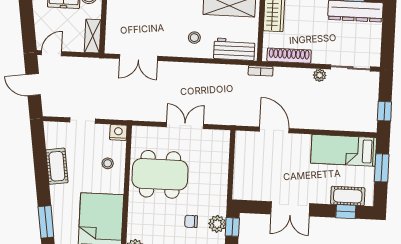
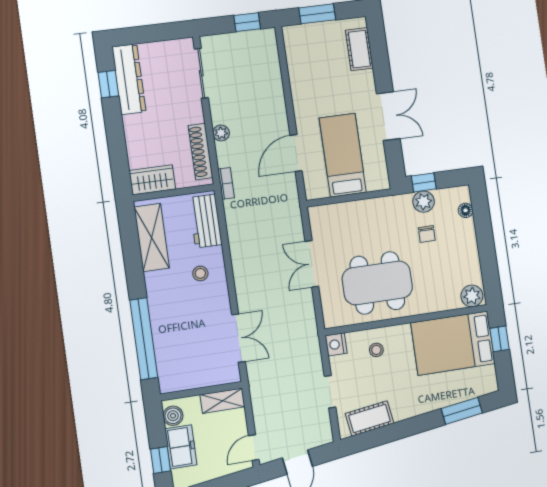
door: (51, 53) -> (254, 448), hinge flipped
plant: (320, 75) -> (221, 133), moved
bed: (344, 150) -> (343, 155), moved, turned 180
cot: (57, 166) -> (370, 418), moved
dining table: (160, 174) -> (377, 283), turned 90
window: (346, 212) -> (379, 48), removed

